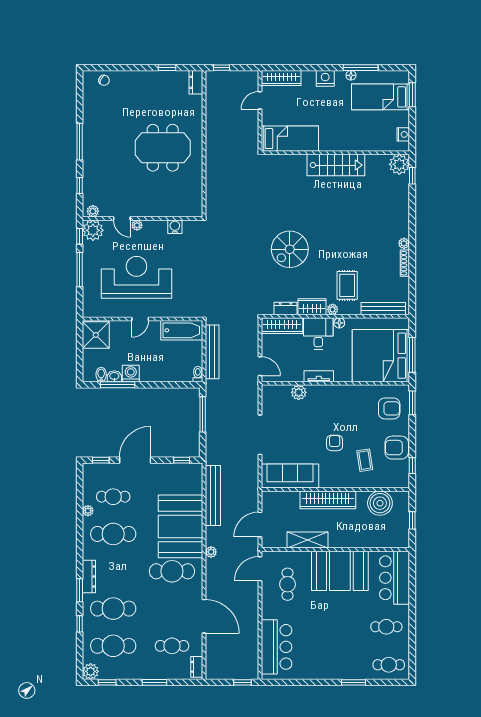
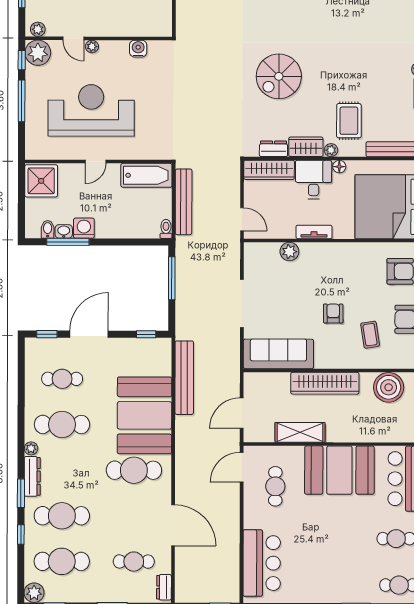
plant: (88, 511) -> (31, 448), moved
plant: (211, 552) -> (182, 447), removed

